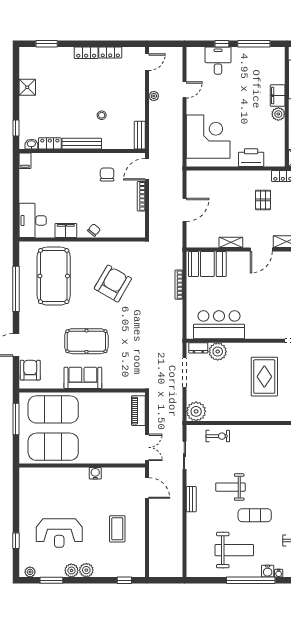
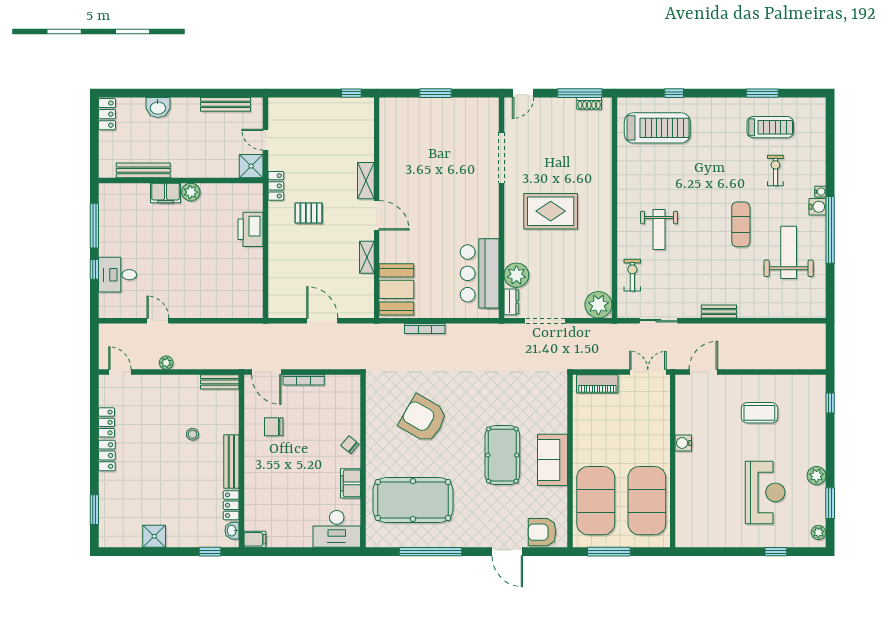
corner desk: (208, 137) -> (222, 288), removed
weight bench: (230, 487) -> (659, 230), moved
plant: (86, 570) -> (816, 455), removed

